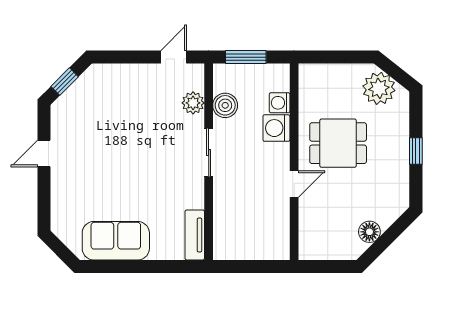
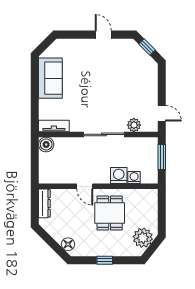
boiler: (225, 105) -> (46, 144), moved
sliding door: (209, 153) -> (104, 134), width x1.37
floor lamp: (369, 232) -> (68, 244), moved
dresser: (322, 251) -> (44, 203), added

